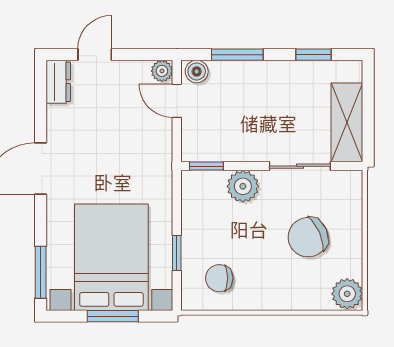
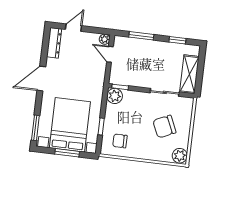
boiler: (197, 71) -> (121, 41), removed
dresser: (58, 82) -> (54, 43), width x1.44
plant: (243, 186) -> (115, 96), moved

